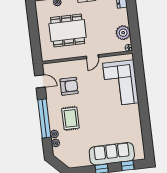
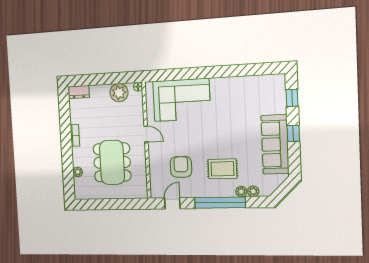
sofa: (112, 154) -> (275, 144), moved

